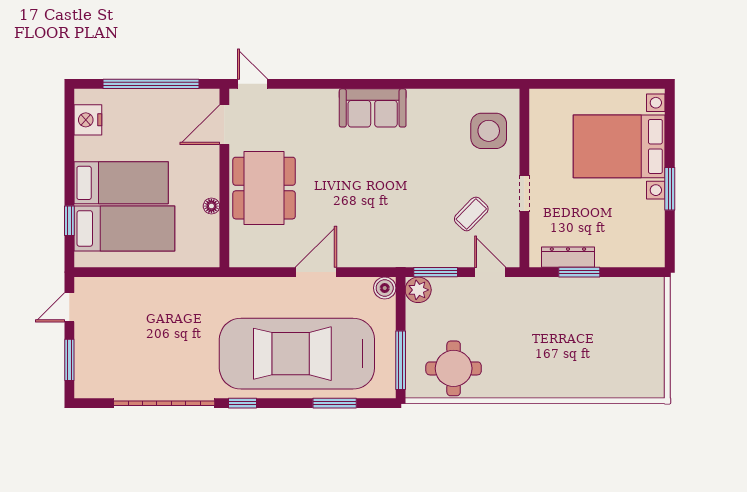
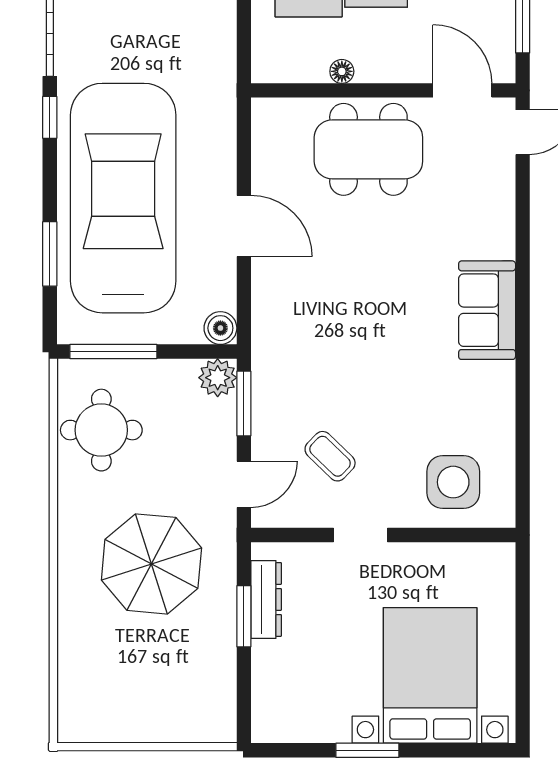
parasol: (544, 335) -> (151, 564), added

